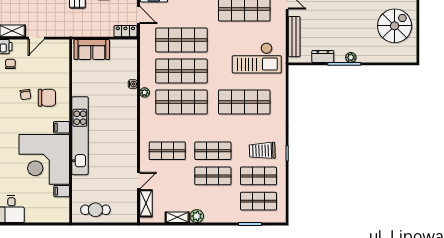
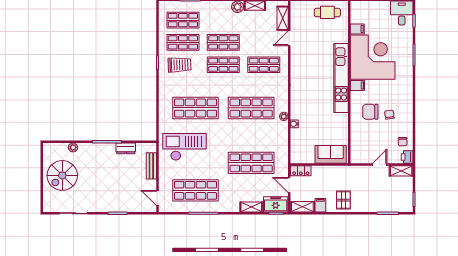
bench: (294, 37) -> (151, 166), width x0.73
plant: (351, 57) -> (73, 147), moved
shop shelf: (181, 71) -> (251, 135), removed

